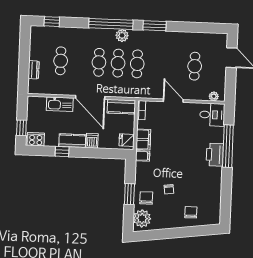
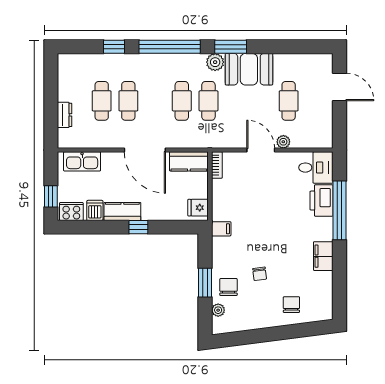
window: (52, 22) -> (114, 47), moved
plant: (122, 35) -> (215, 62), moved
booth: (167, 42) -> (249, 69), added
cafe table: (99, 62) -> (128, 101), moved
plant: (214, 96) -> (283, 142), moved
kitchen sink: (60, 104) -> (82, 161), moved
filing cabinet: (143, 139) -> (323, 256), moved, turned 180
dishwasher: (92, 141) -> (95, 210), moved
window: (62, 152) -> (138, 227), moved
printer: (215, 155) -> (321, 201), moved
plant: (142, 218) -> (218, 310), width x0.53, depth x0.53

